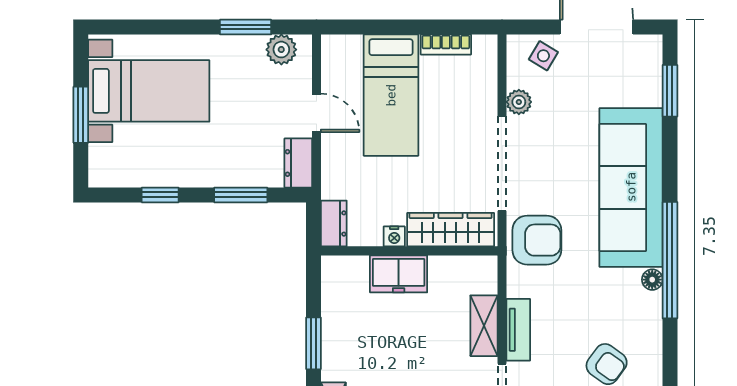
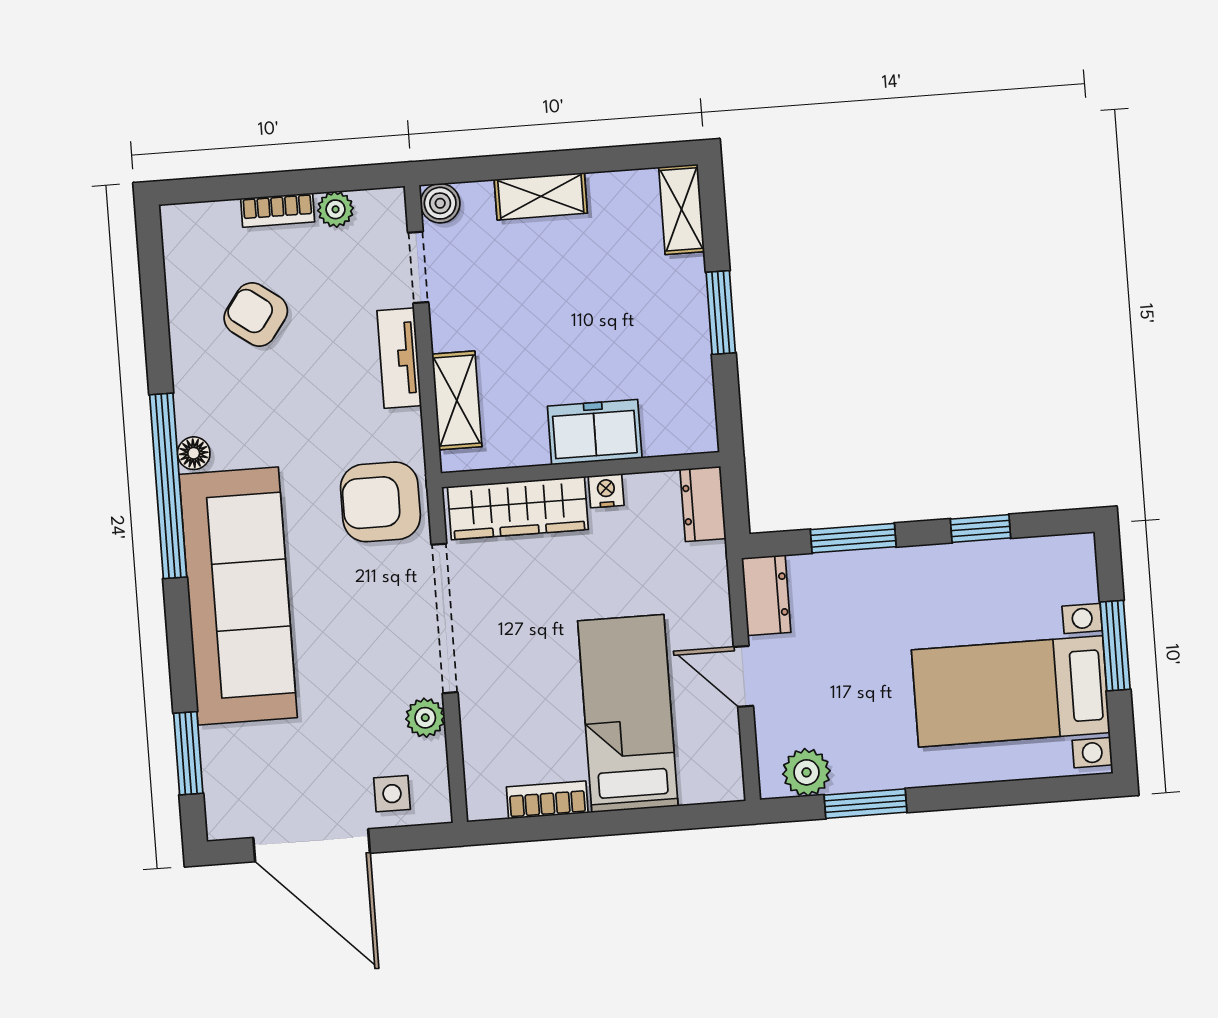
side table: (543, 56) -> (392, 794), turned -31
shelving: (484, 326) -> (457, 400), moved

